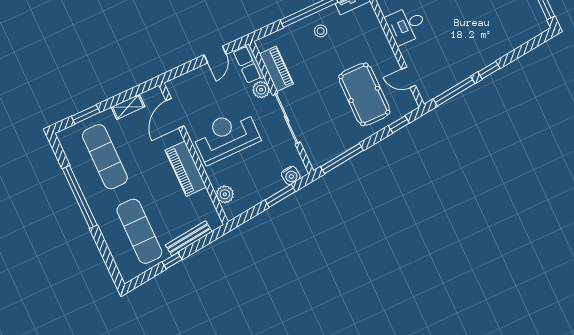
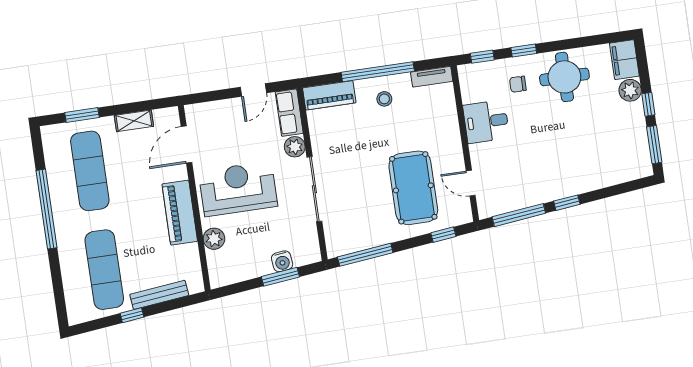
piano: (276, 69) -> (329, 95), moved, turned 90
water cooler: (291, 175) -> (282, 261), moved
plant: (225, 194) -> (214, 239), moved

